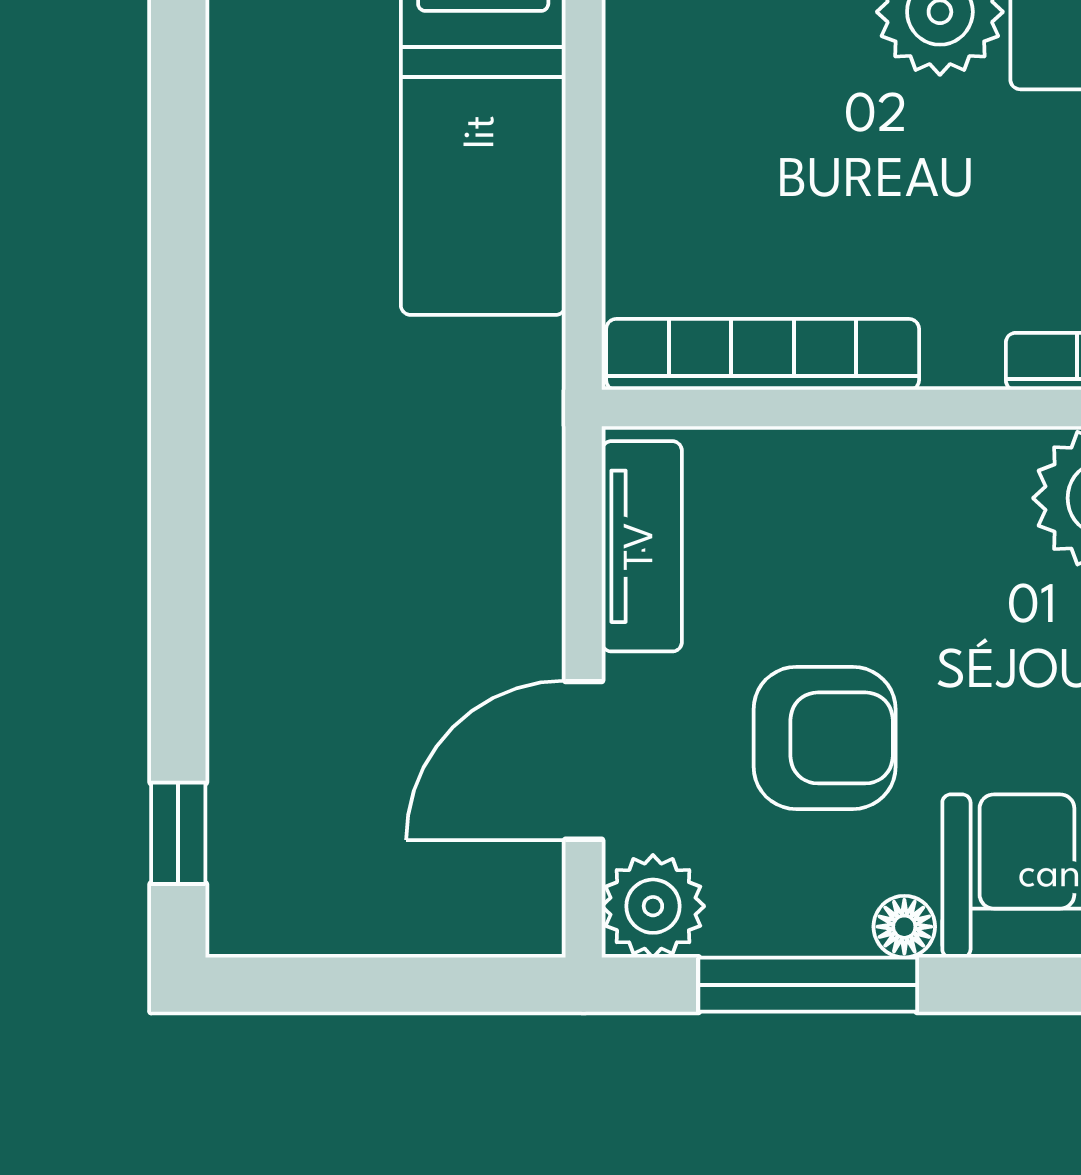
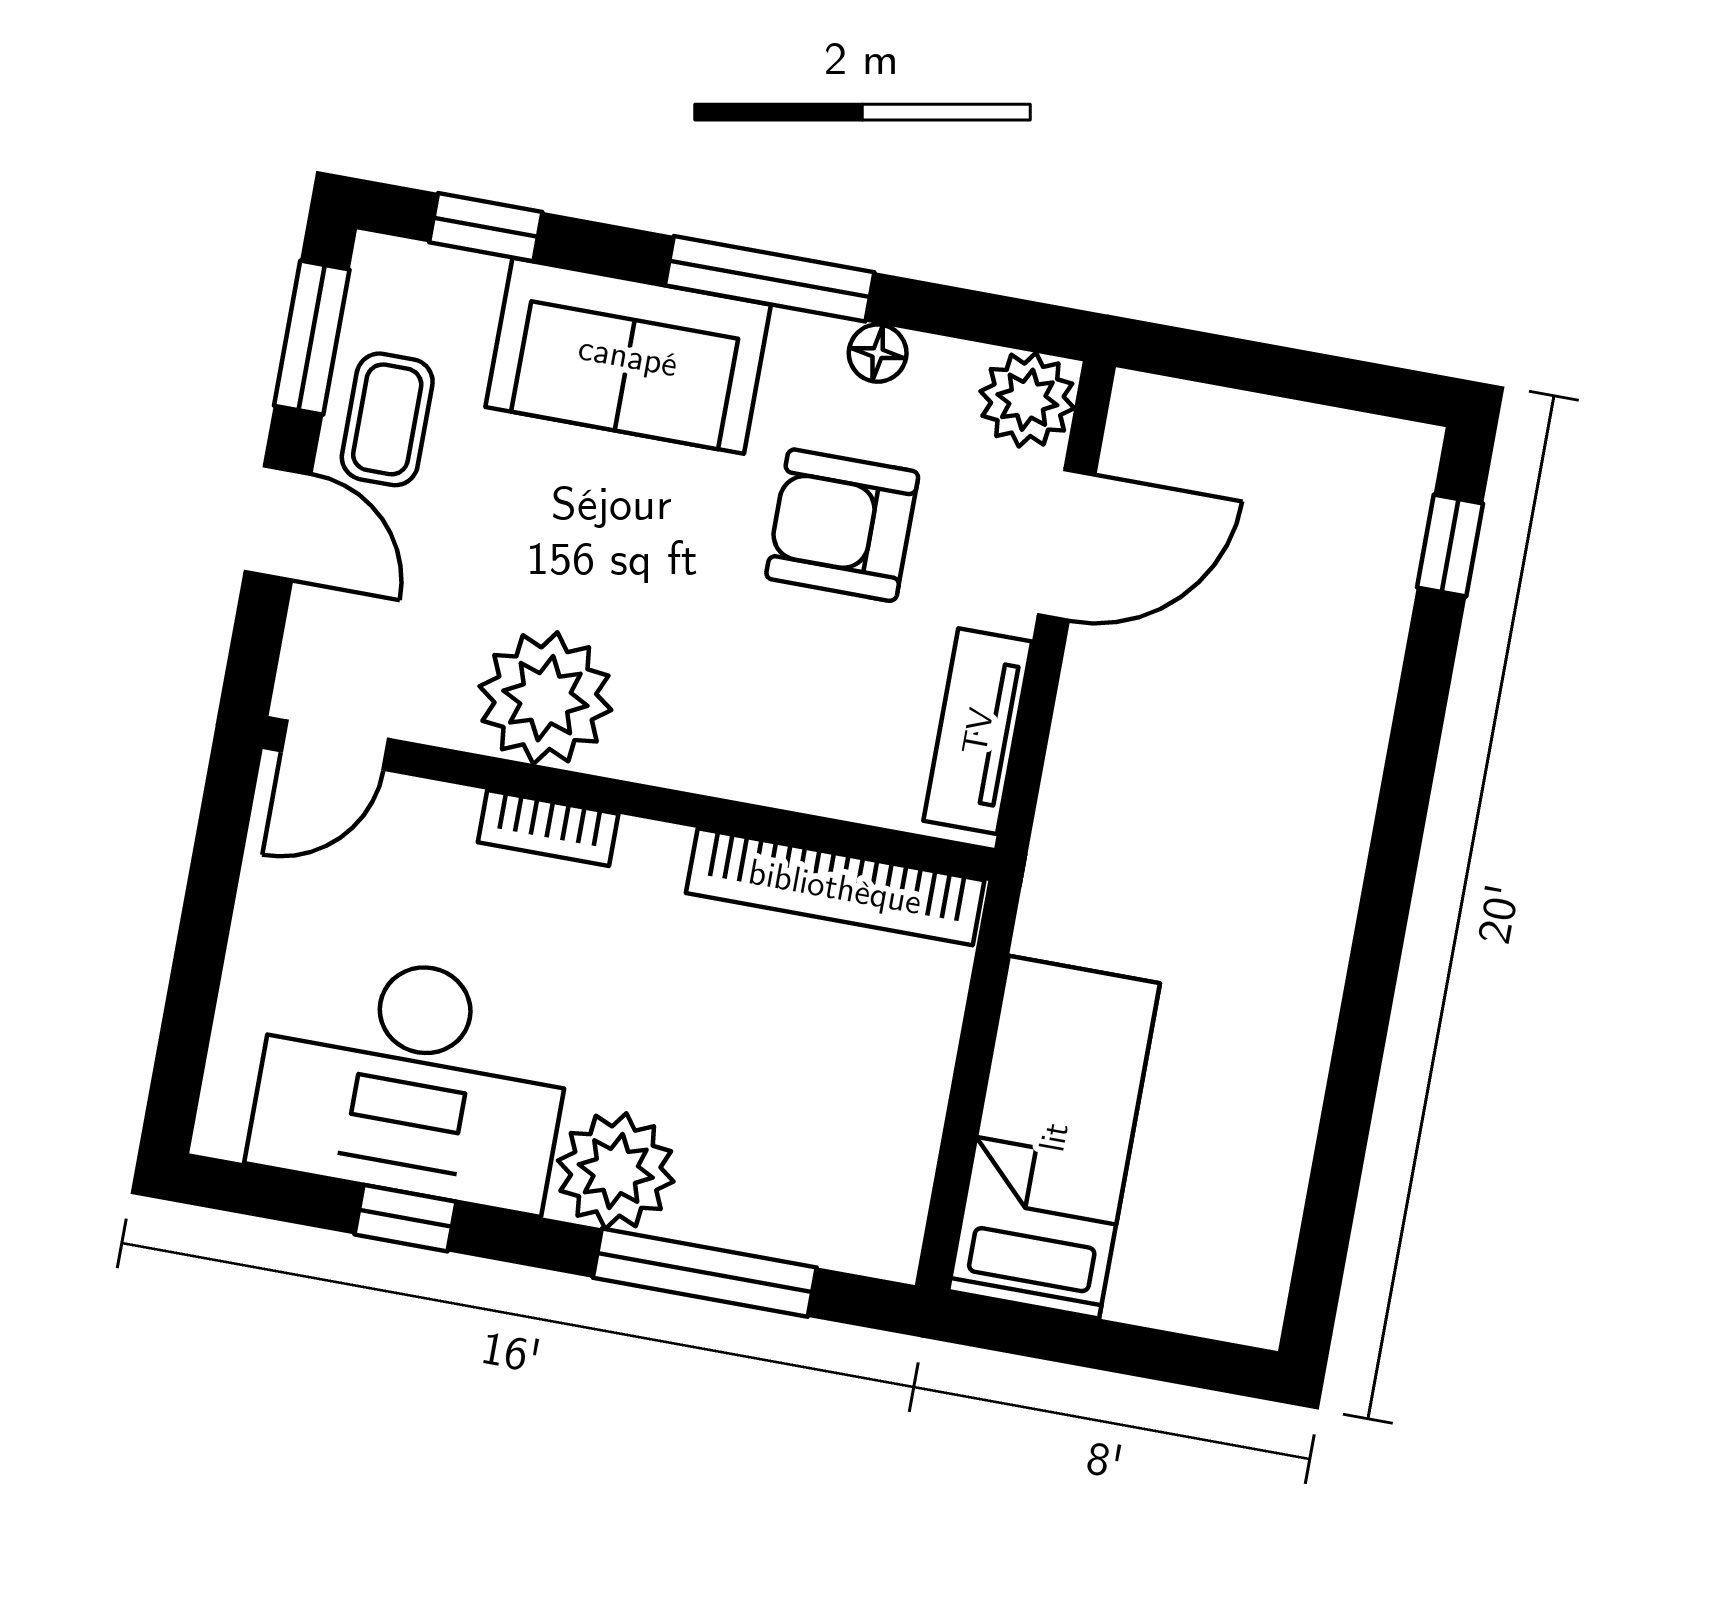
floor lamp: (904, 927) -> (878, 353), moved
window: (808, 985) -> (770, 279), moved

